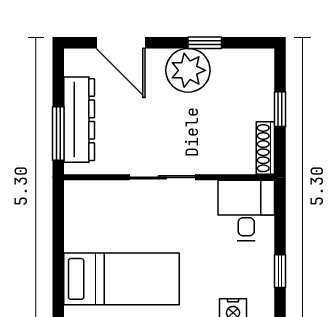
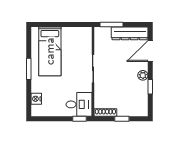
plant: (188, 70) -> (143, 75), width x0.53, depth x0.53
dresser: (79, 120) -> (130, 33), moved
window: (280, 271) -> (80, 119), moved

